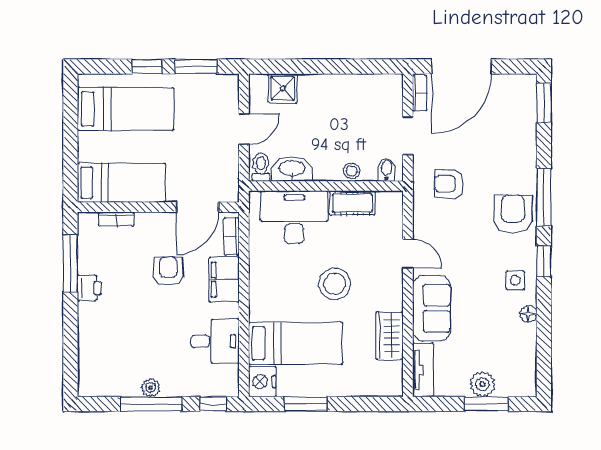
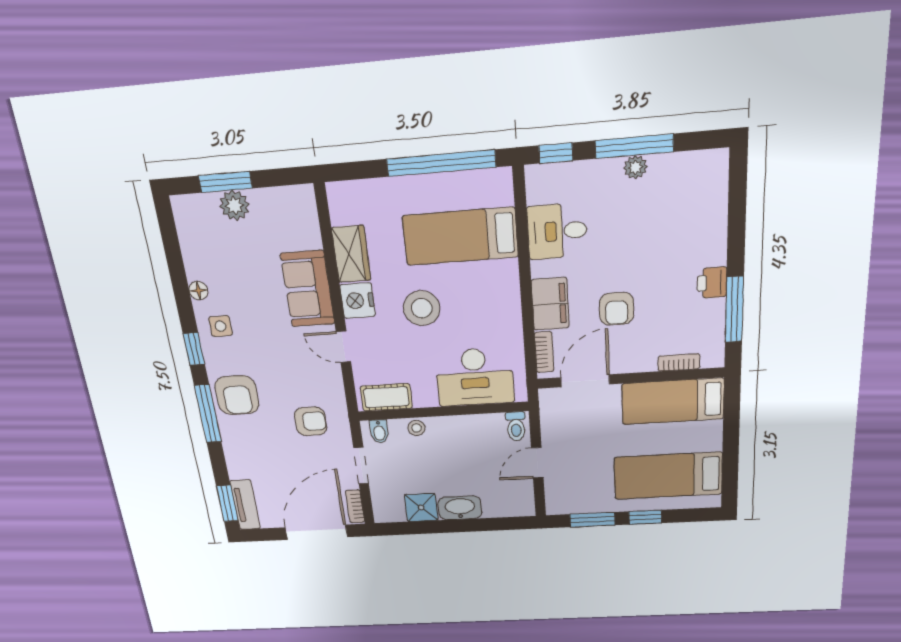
shower: (283, 88) -> (421, 508), moved
washbasin: (292, 169) -> (460, 508), moved, turned 180
cot: (352, 203) -> (386, 397), moved
tv unit: (423, 370) -> (245, 505), moved, turned 180
nightstand: (262, 382) -> (358, 301), moved, turned 180
window: (306, 404) -> (441, 163), width x2.11

